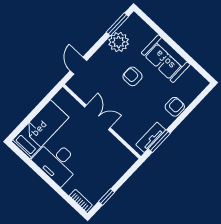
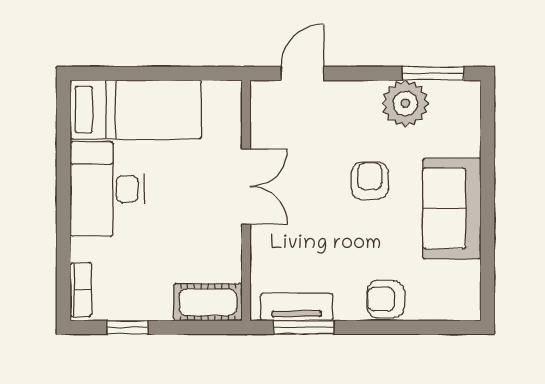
armchair: (175, 107) -> (386, 299), turned 180
cot: (123, 164) -> (208, 302), added

